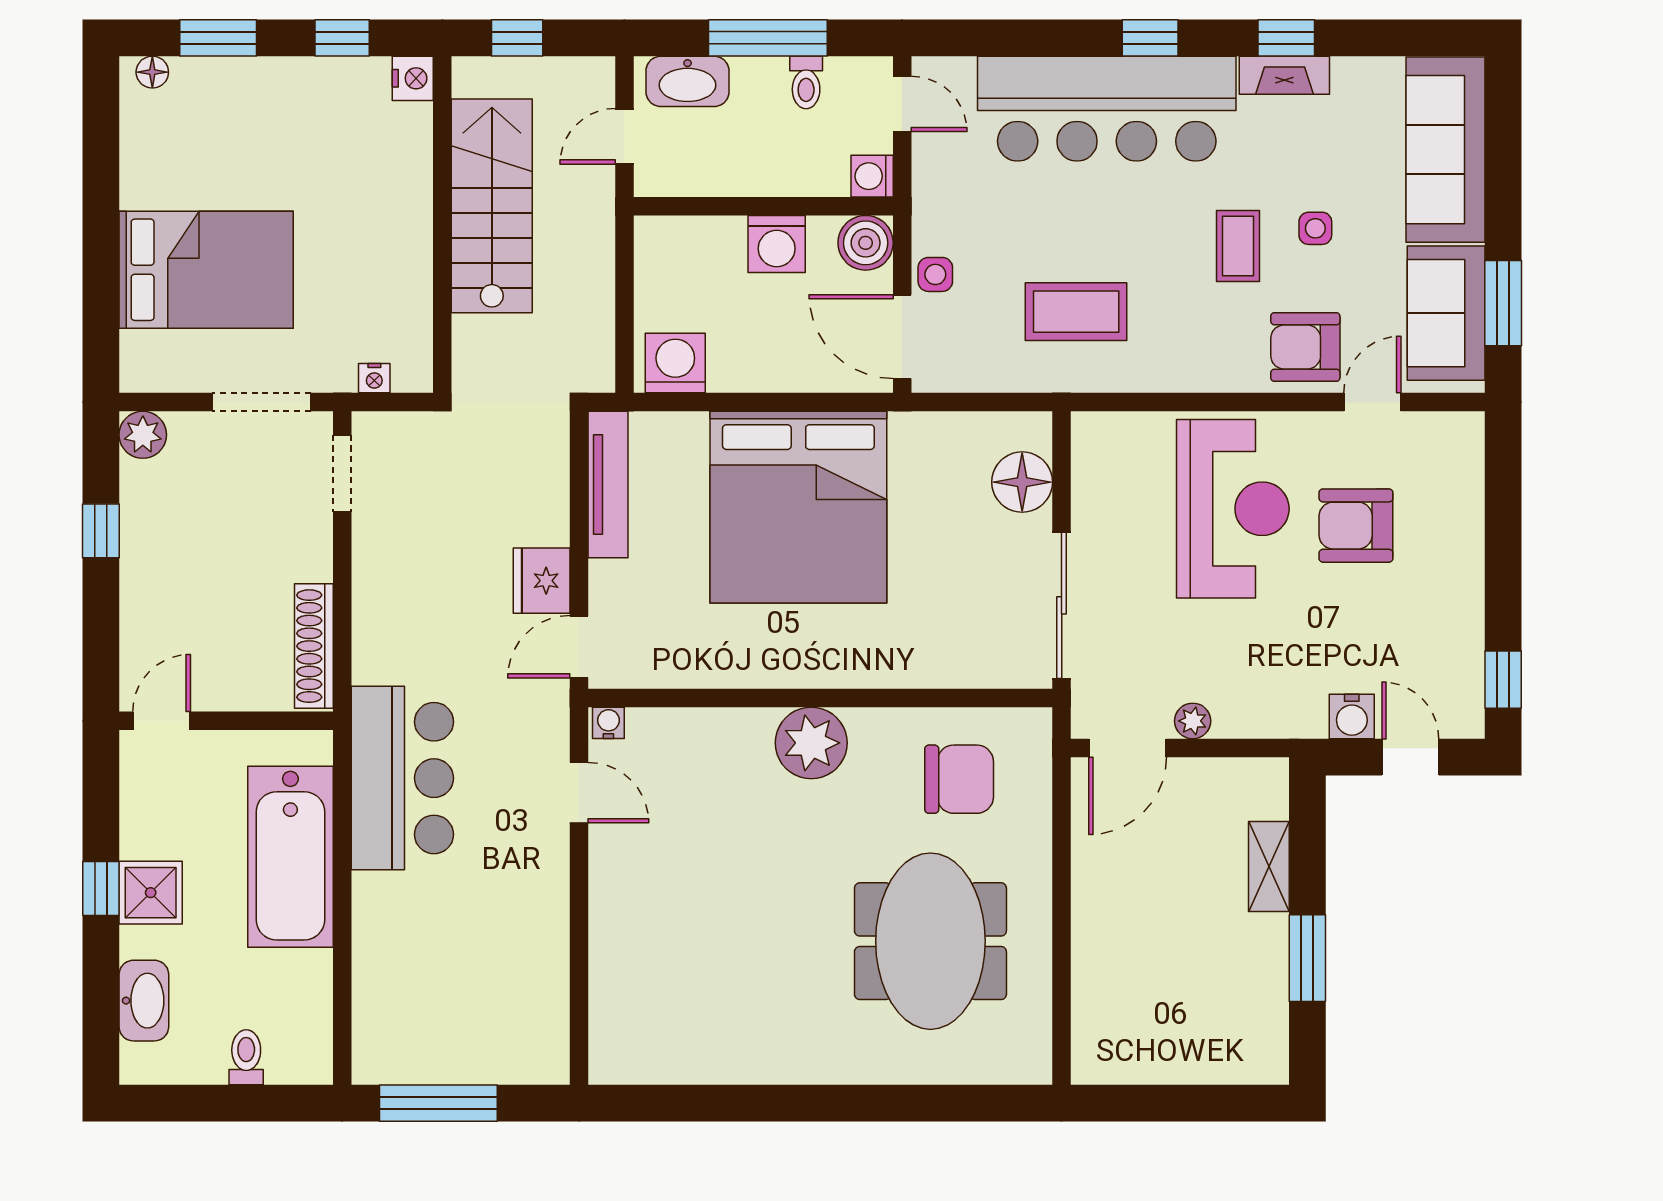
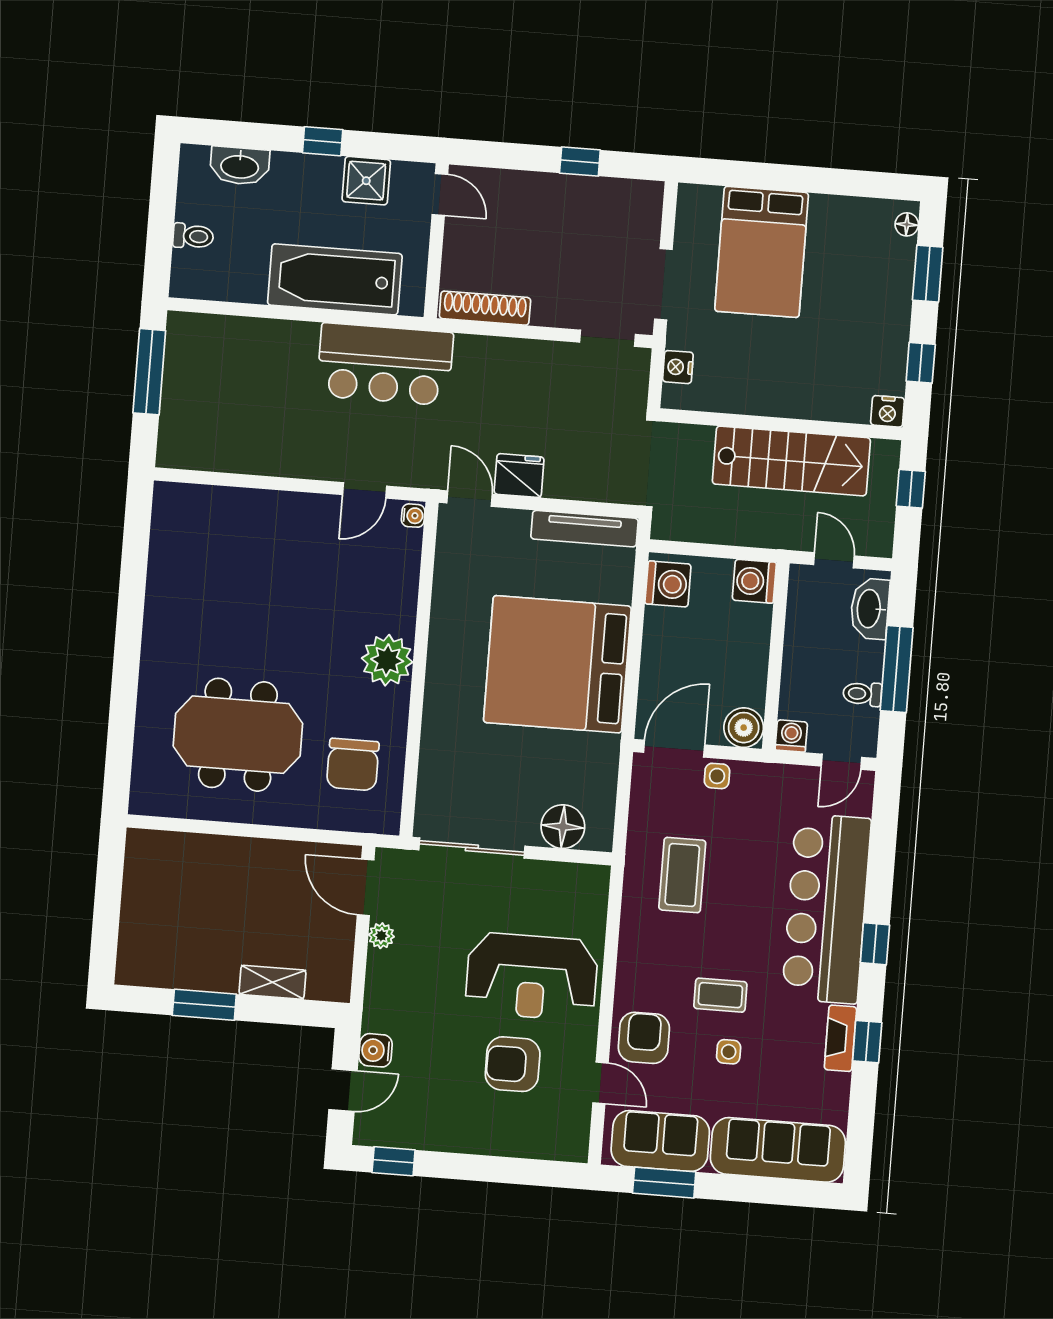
washing machine: (777, 244) -> (754, 581), moved
nightstand: (374, 378) -> (678, 367), width x1.39, depth x1.35
plant: (143, 435) -> (647, 197), removed
armchair: (1356, 526) -> (513, 1064), turned -90
shower: (151, 893) -> (366, 181), moved

